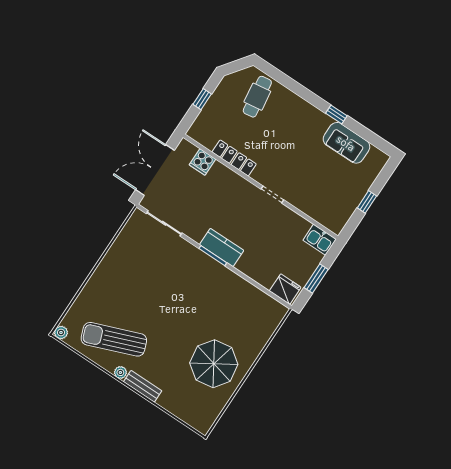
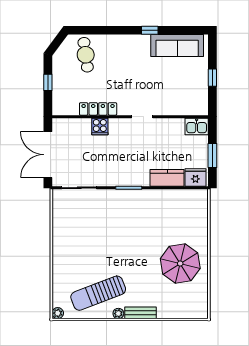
sofa: (346, 143) -> (177, 46), width x1.36
cooker: (202, 162) -> (100, 127), moved
kitchen counter: (222, 247) -> (167, 178), moved

